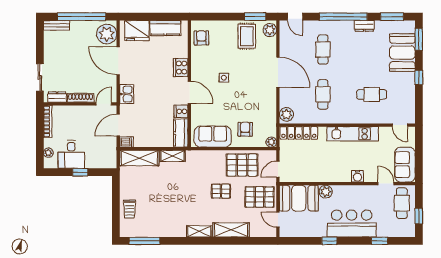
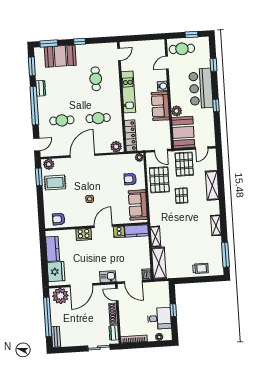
sofa: (405, 165) -> (160, 106), moved, turned 90
shelving: (199, 231) -> (216, 225), moved

